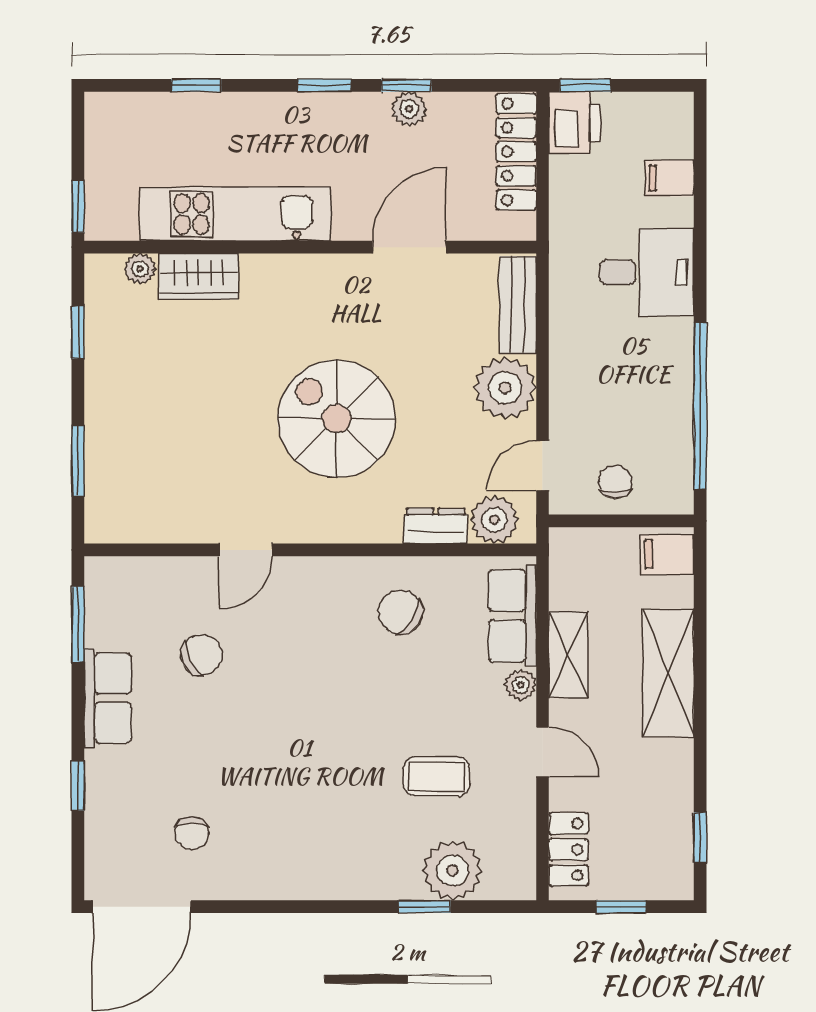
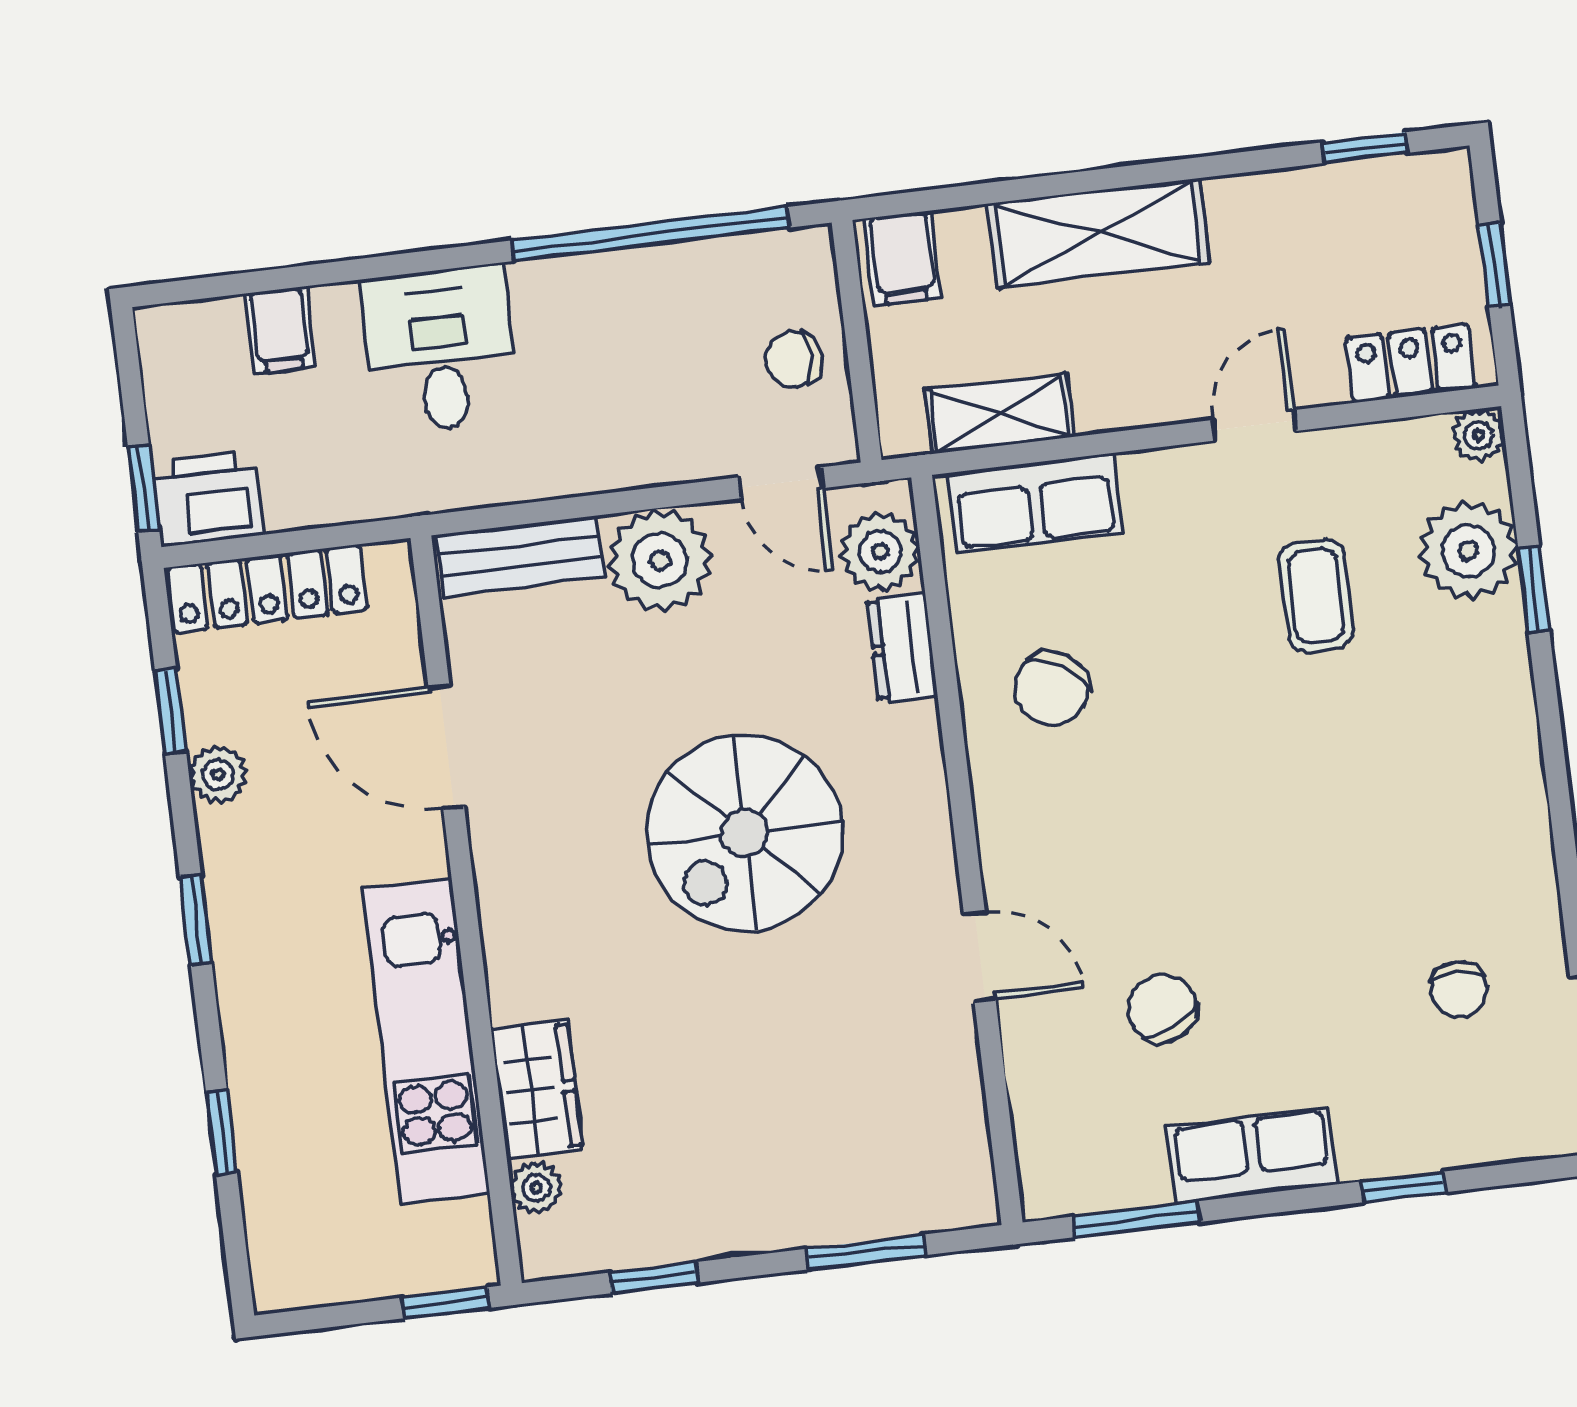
window: (406, 85) -> (171, 711), moved
shelving: (568, 655) -> (999, 413), moved
plant: (521, 685) -> (1478, 435), moved
chair: (192, 833) -> (1459, 990), turned 90

